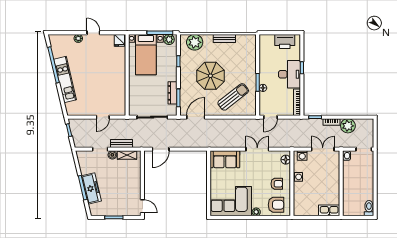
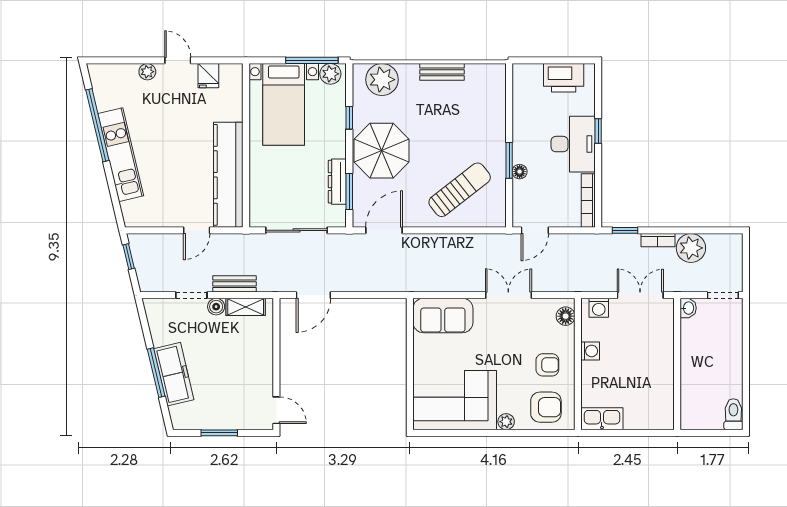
fridge: (119, 40) -> (208, 76), moved
parasol: (210, 76) -> (382, 151), moved
kitchen counter: (118, 89) -> (228, 175), added
kitchen sink: (329, 210) -> (602, 419), moved

